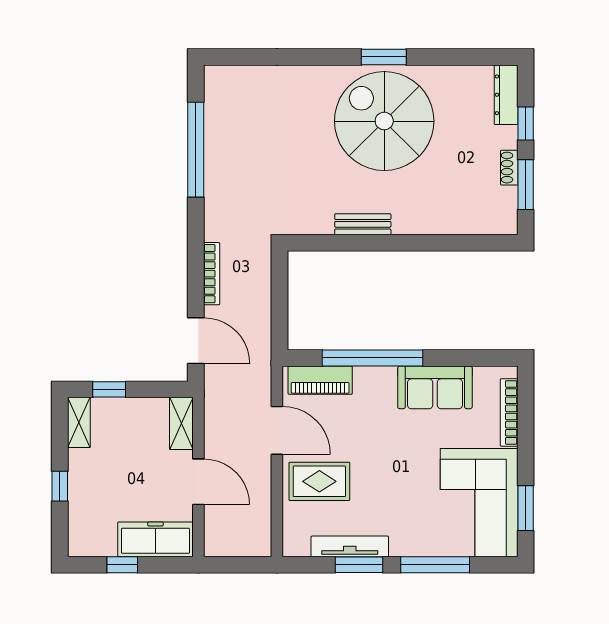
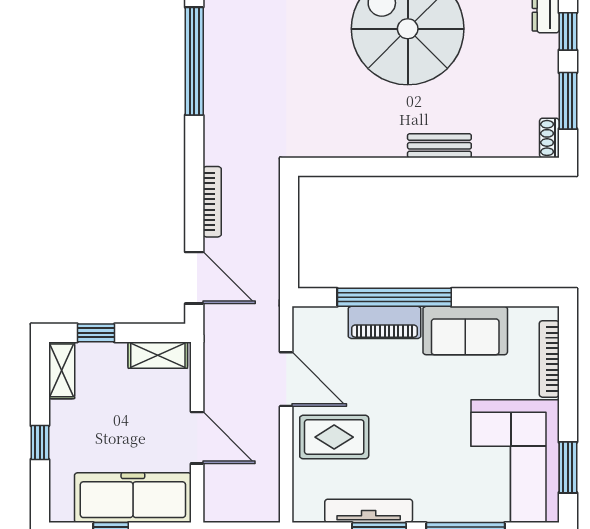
shoe rack: (509, 168) -> (549, 138), moved
bench: (363, 224) -> (439, 146), moved
piano: (320, 380) -> (385, 322), moved
shelving: (181, 423) -> (158, 355), moved, turned 90
freezer: (155, 539) -> (133, 498), width x1.36, depth x1.26

